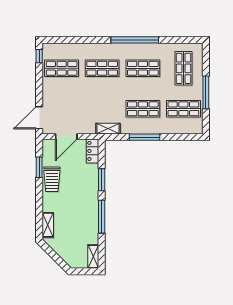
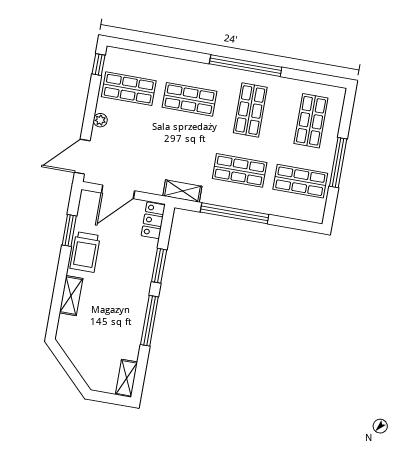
shop shelf: (143, 68) -> (250, 110), turned 90
plant: (47, 92) -> (100, 120), added
window: (144, 137) -> (235, 213), width x1.46
shelving: (48, 225) -> (71, 296), moved

